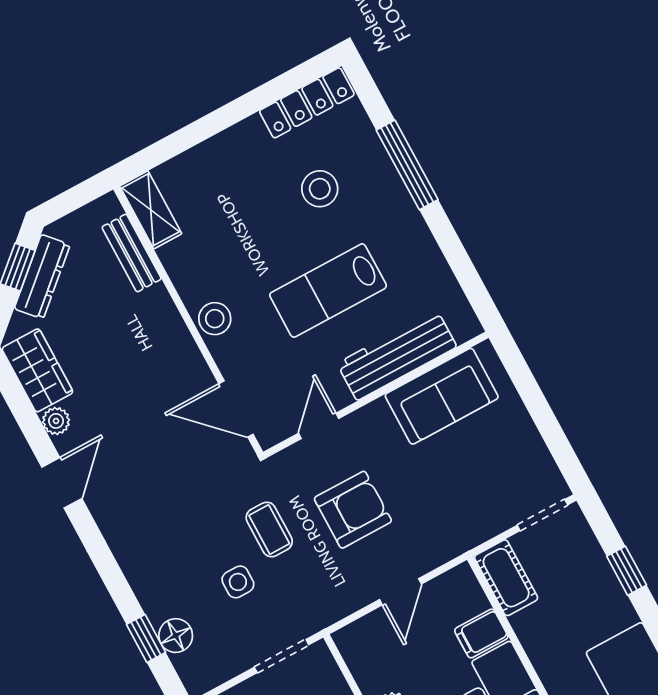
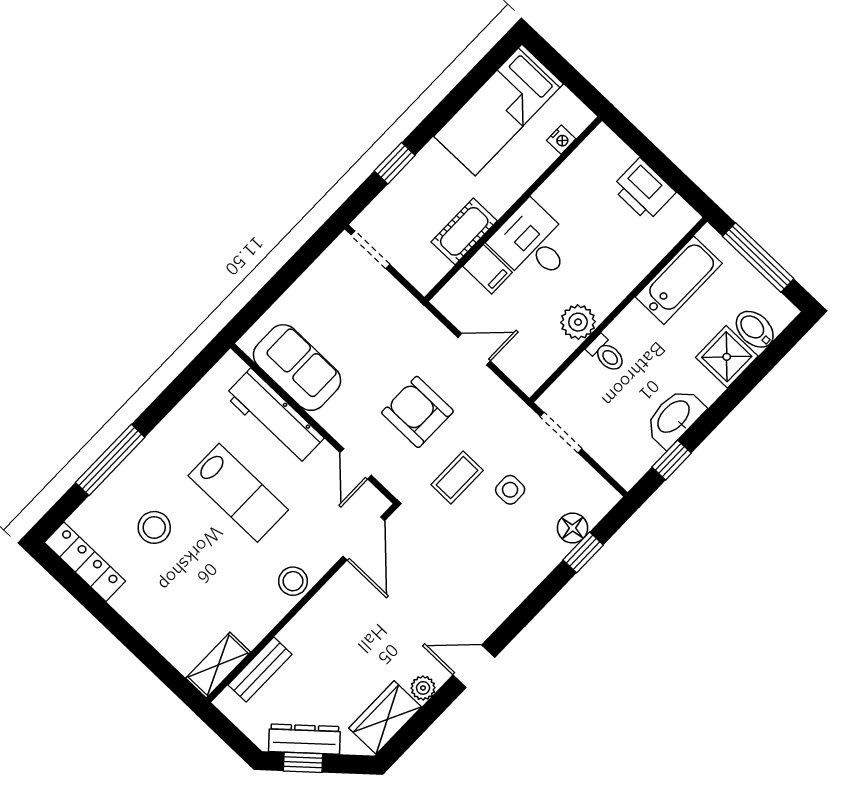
door: (319, 426) -> (356, 464), hinge flipped
cot: (506, 578) -> (464, 231), moved

